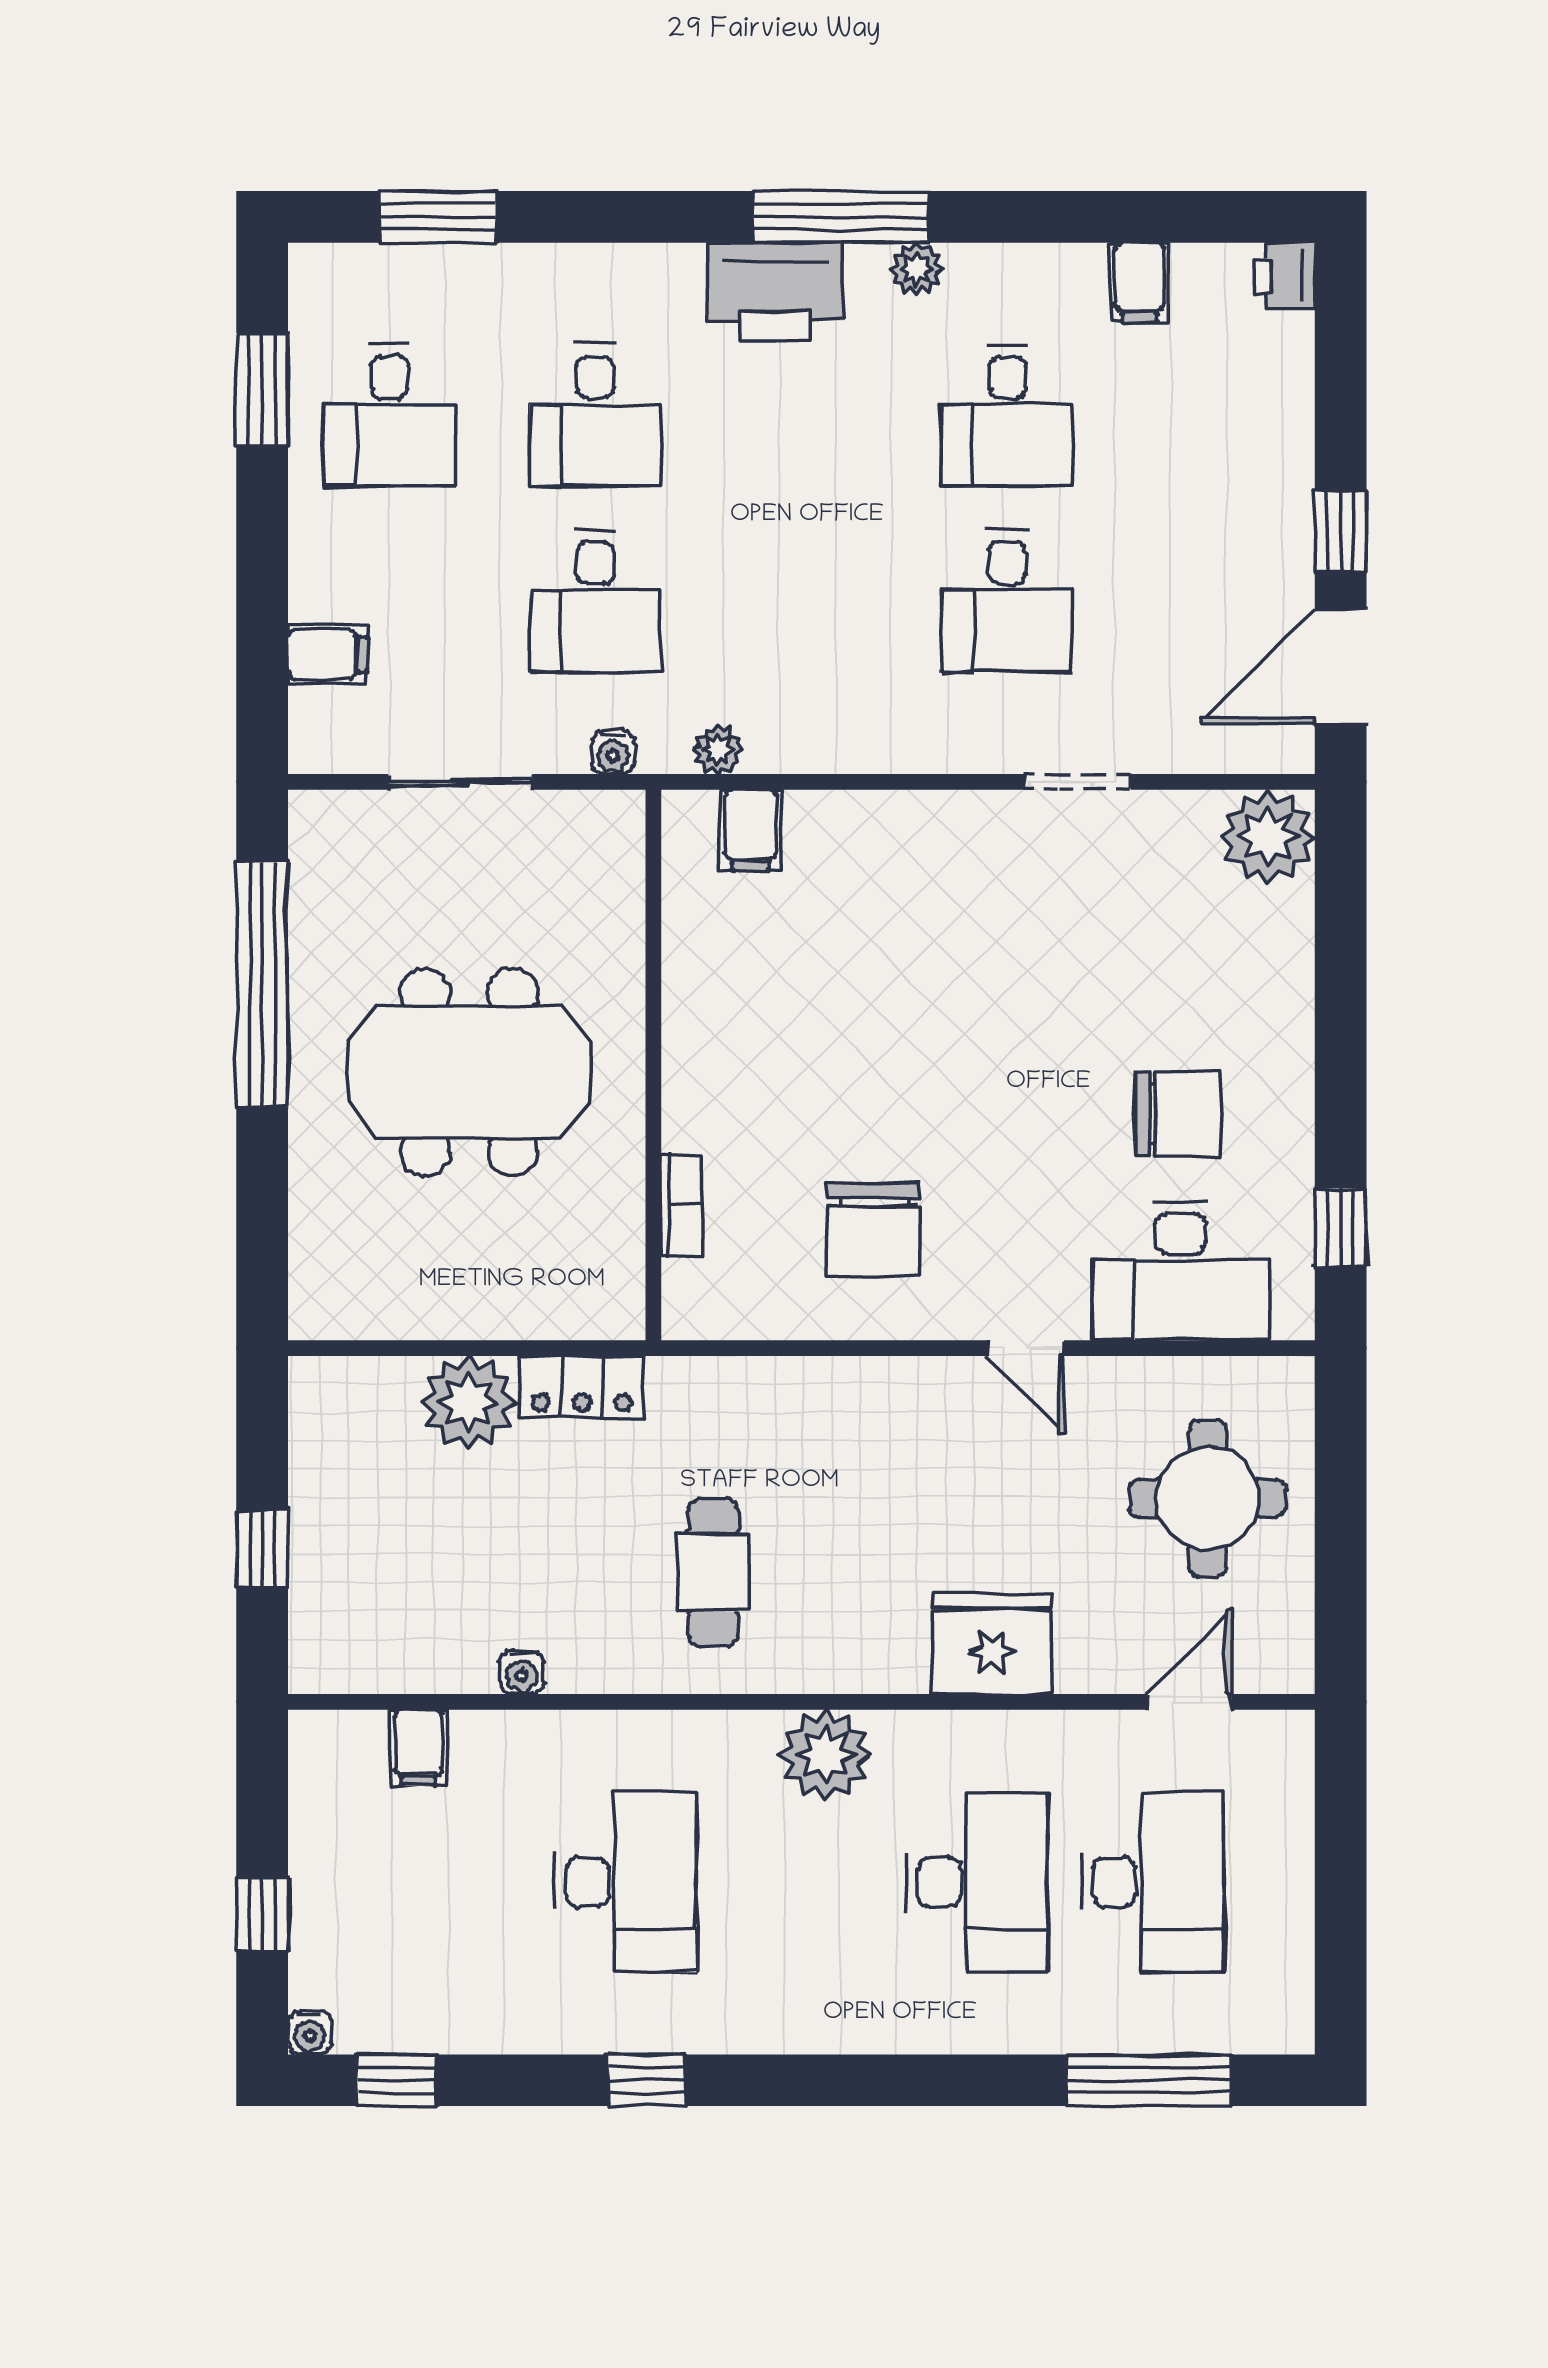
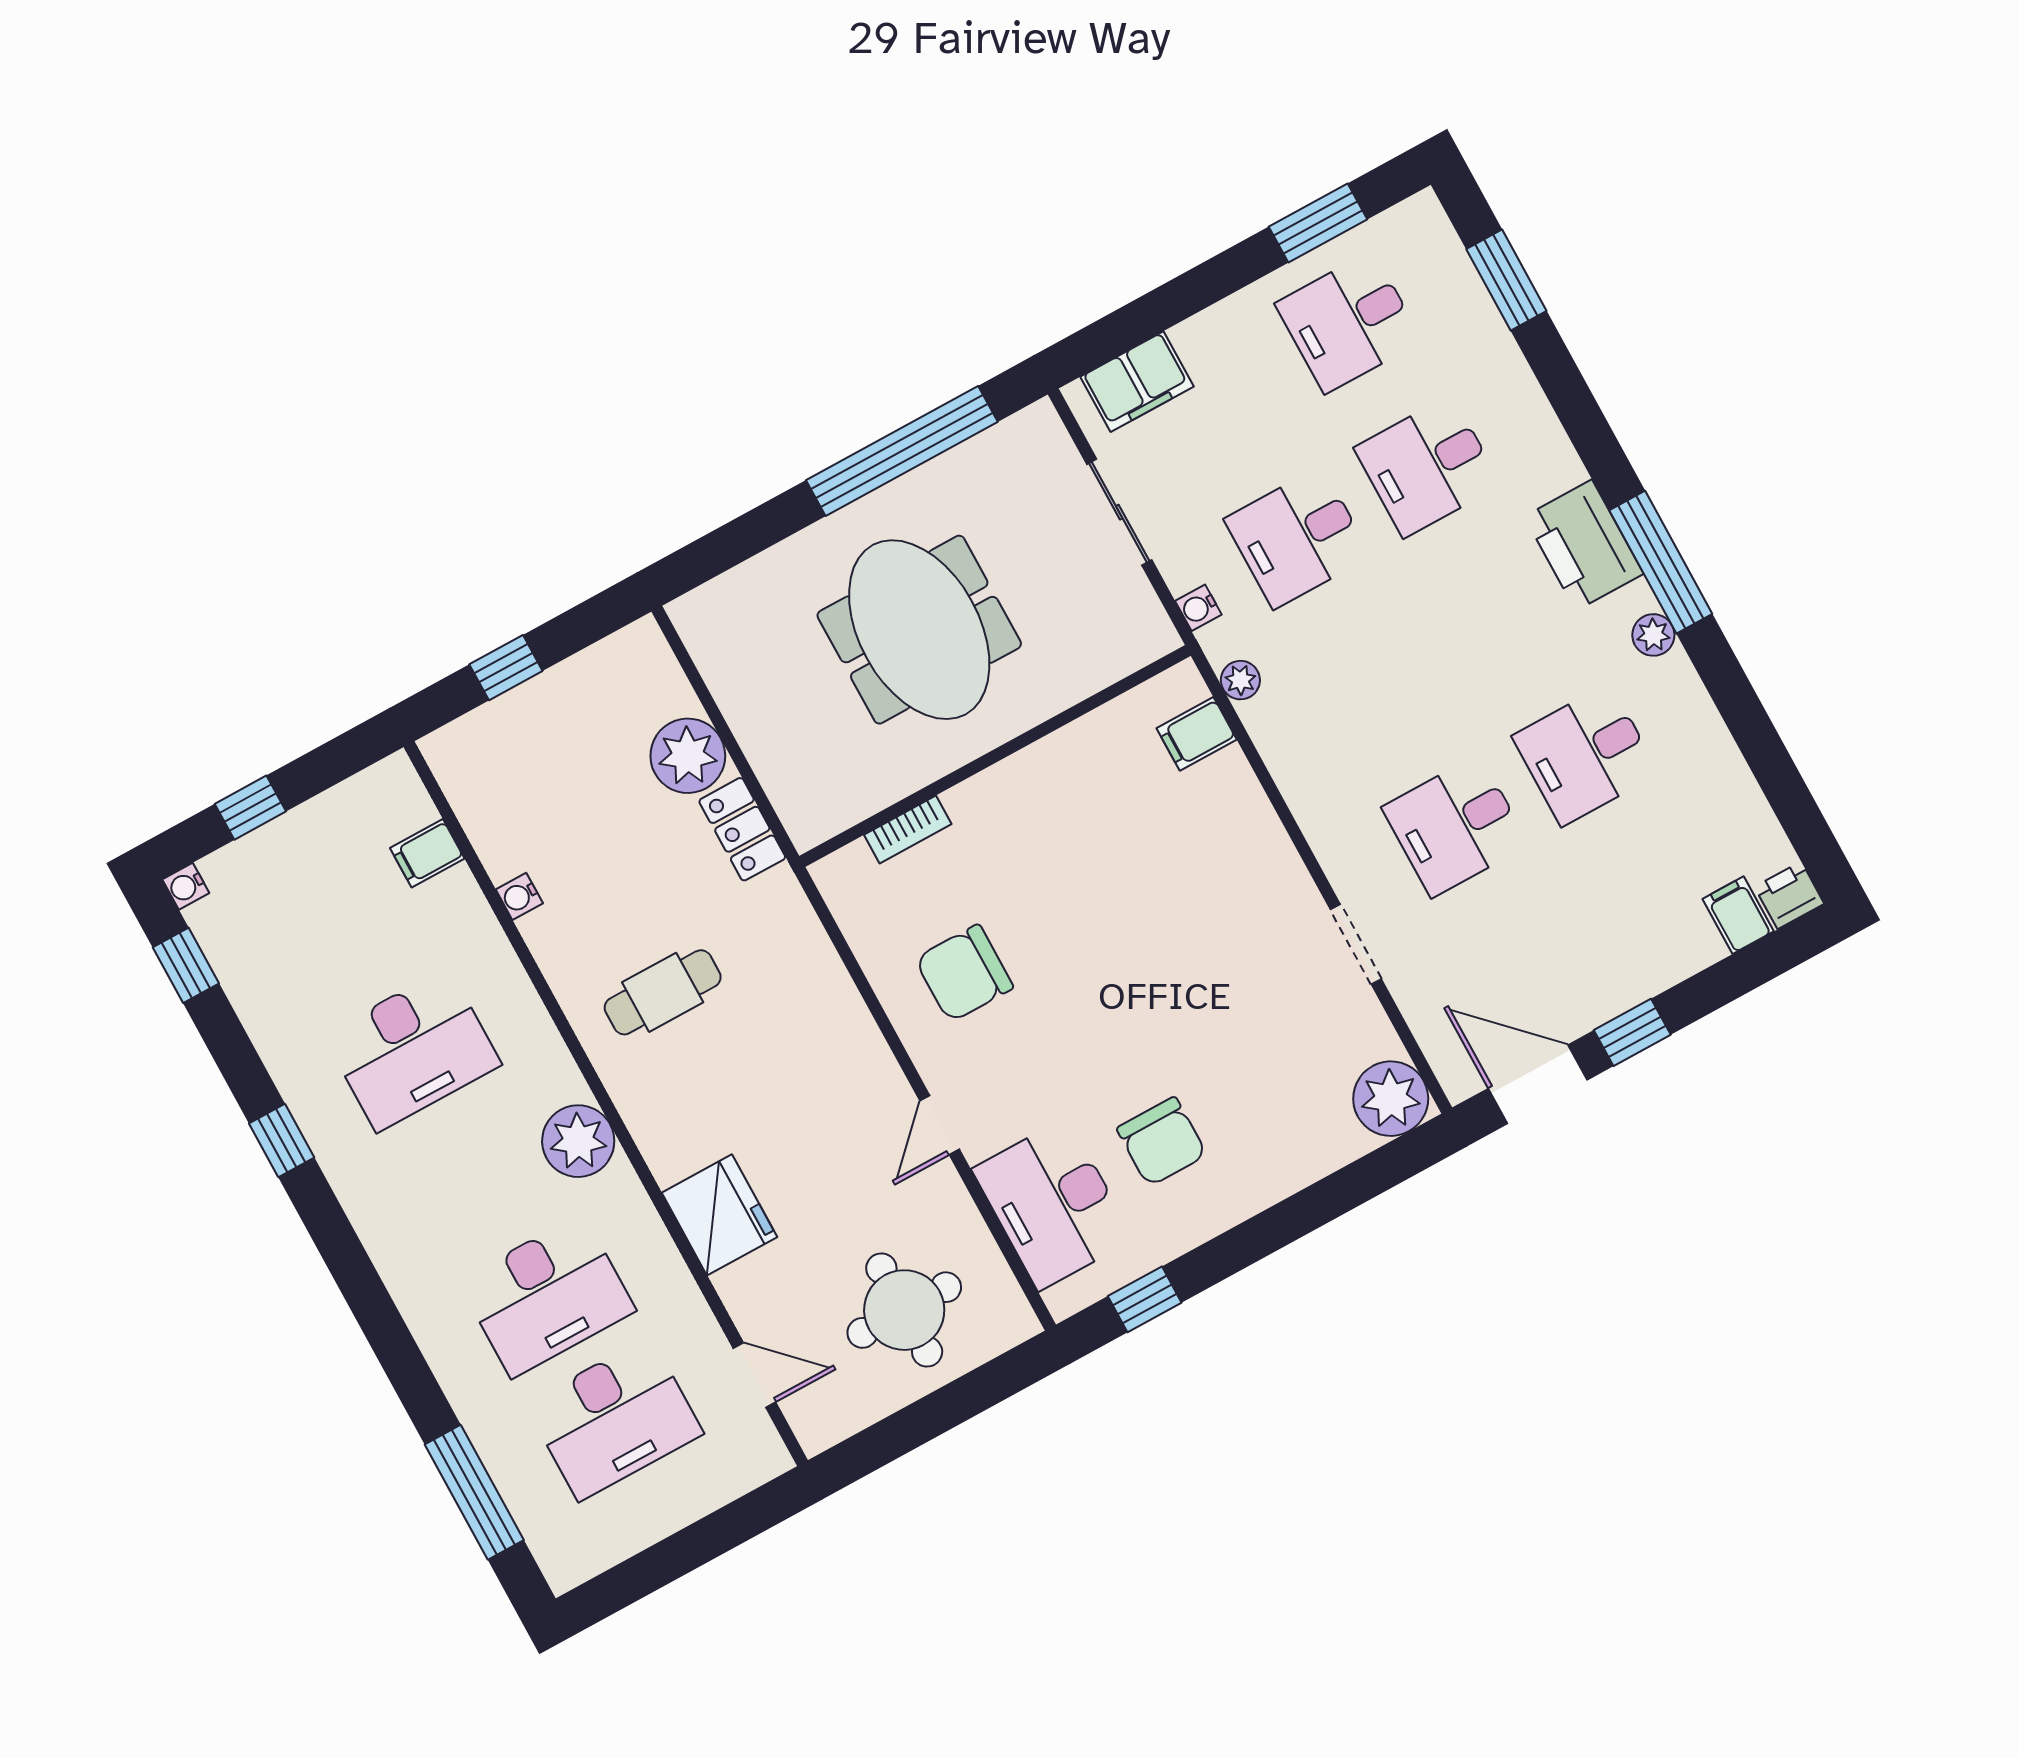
filing cabinet: (1139, 282) -> (1738, 915), moved, turned 90
filing cabinet: (328, 654) -> (1137, 382), width x2.00

